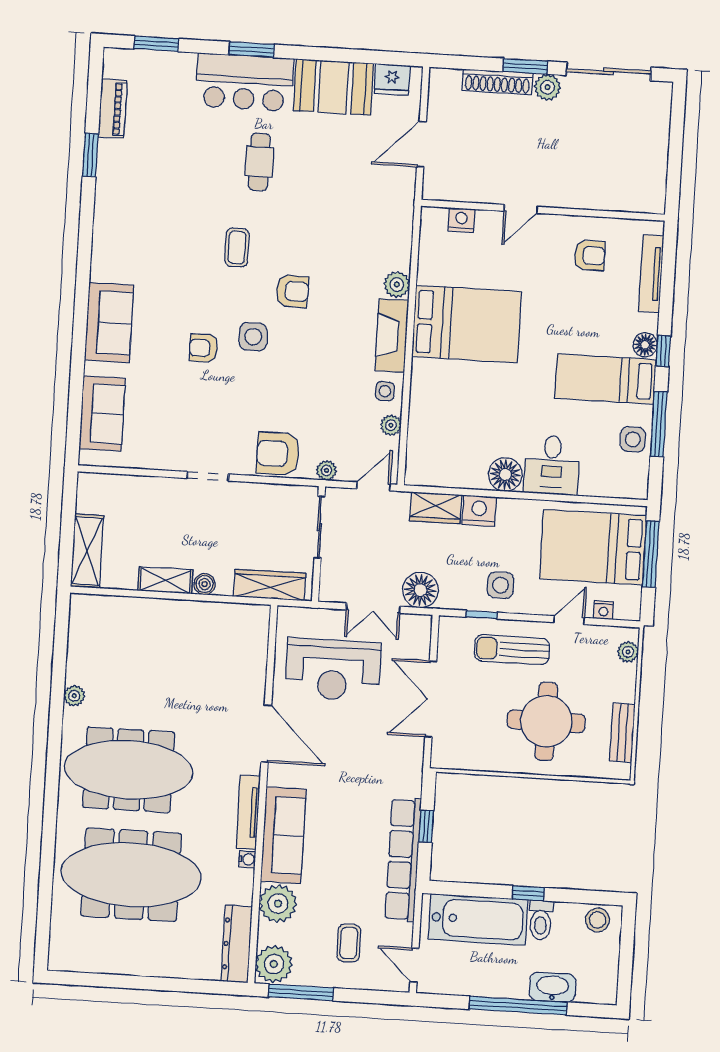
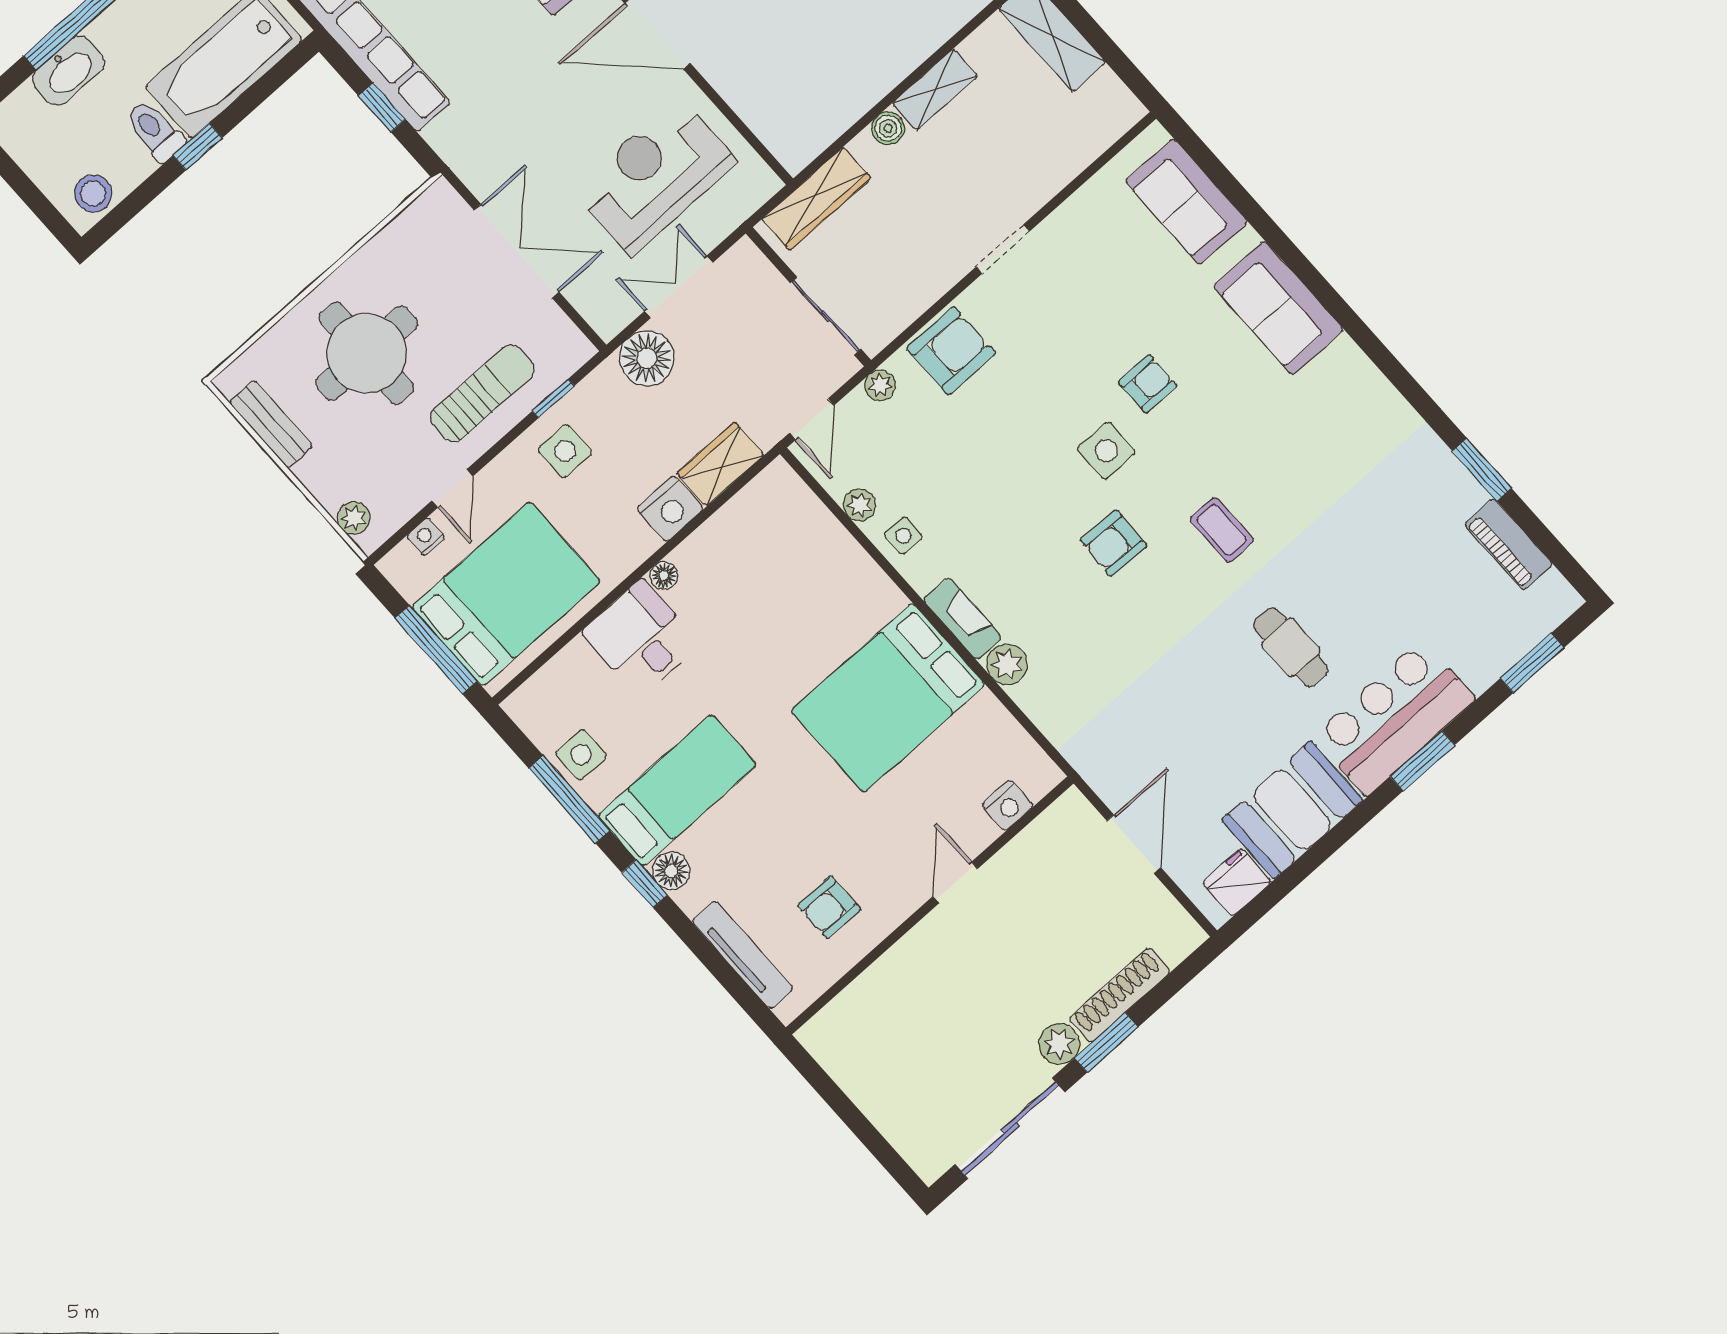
fireplace: (392, 336) -> (962, 618), width x0.73, depth x0.76
floor lamp: (505, 475) -> (664, 576), width x0.53, depth x0.53

